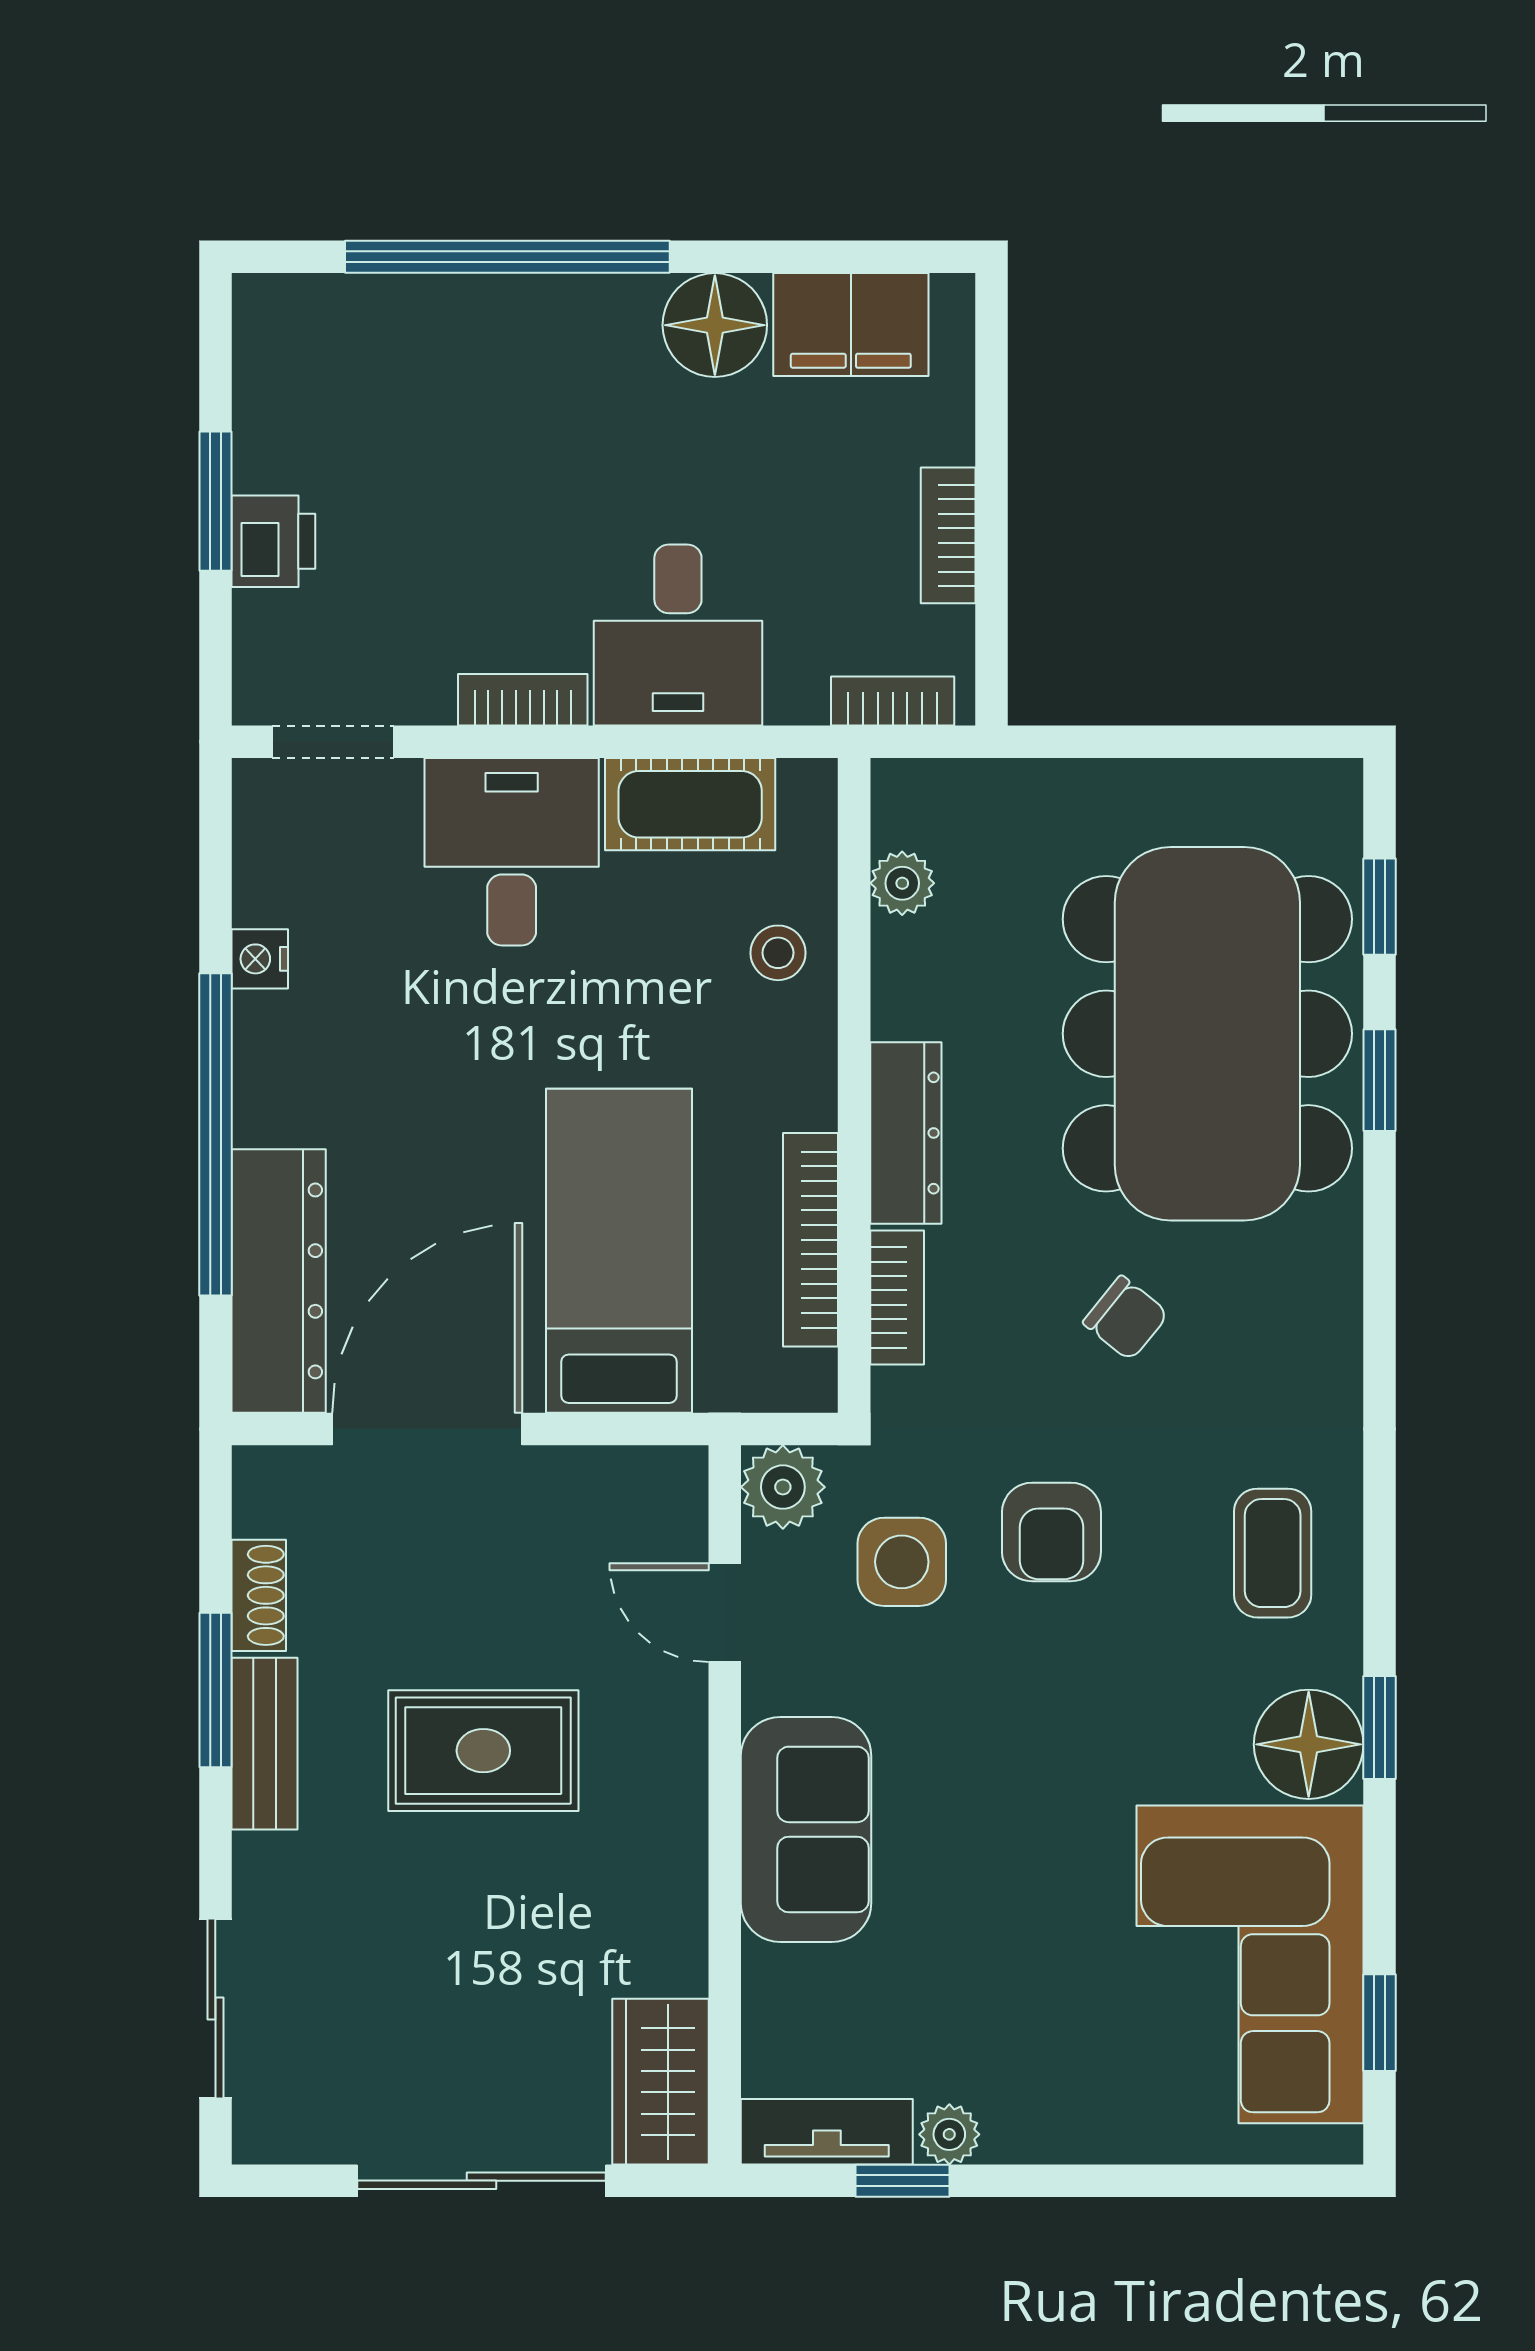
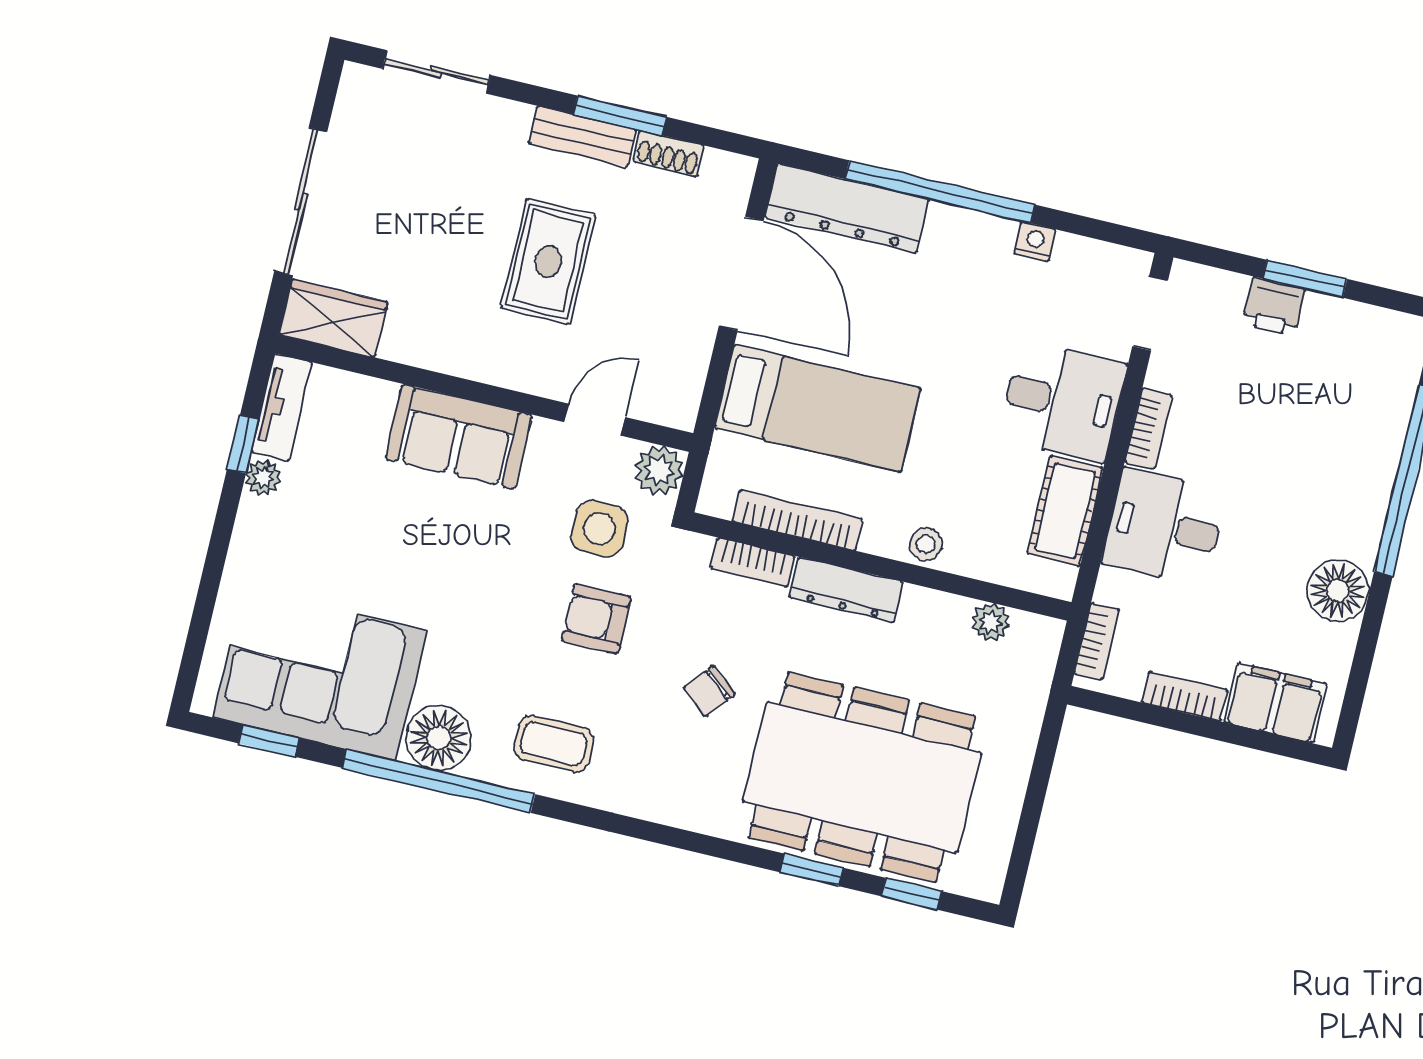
filing cabinet: (851, 325) -> (1275, 703), moved, turned 90
stool: (778, 953) -> (926, 544), moved
window: (1380, 1728) -> (439, 781), width x3.17

